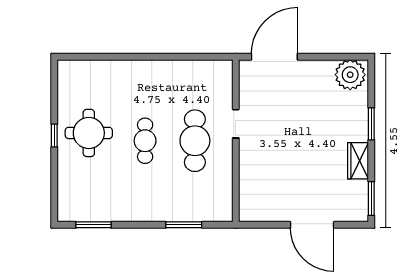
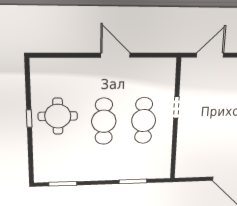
door: (158, 57) -> (115, 55), added
door: (274, 57) -> (210, 55), width x0.73
cafe table: (145, 141) -> (104, 121), width x1.37, depth x1.35

